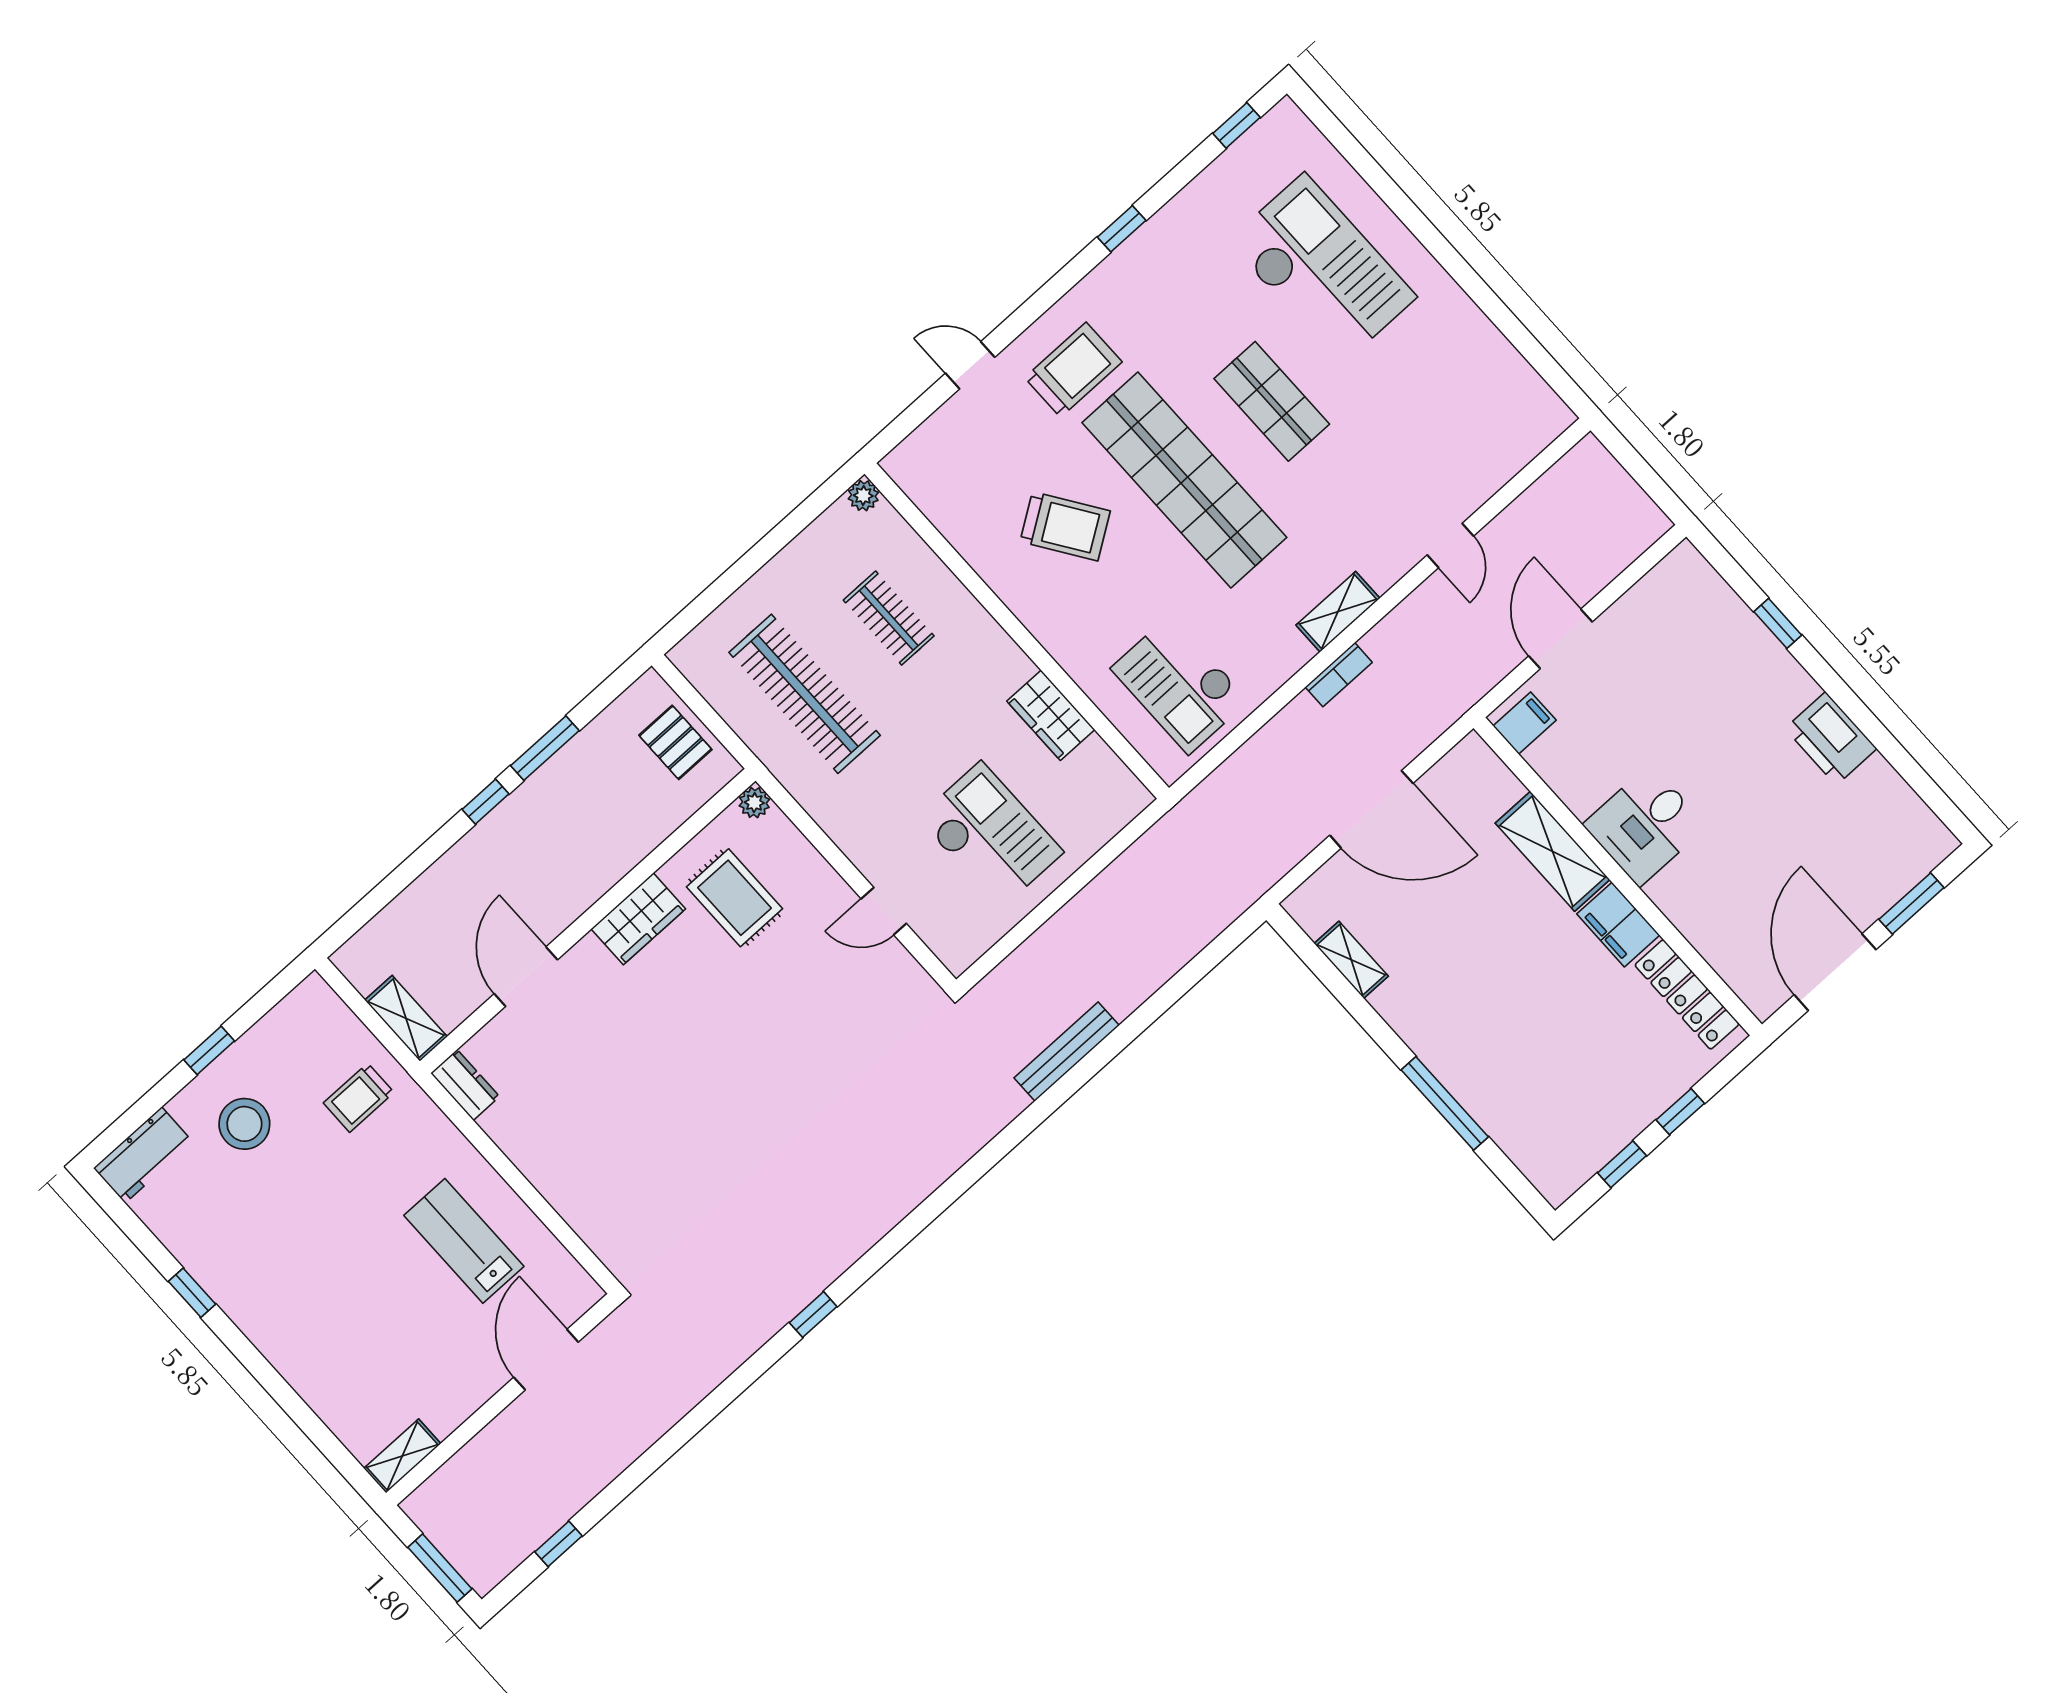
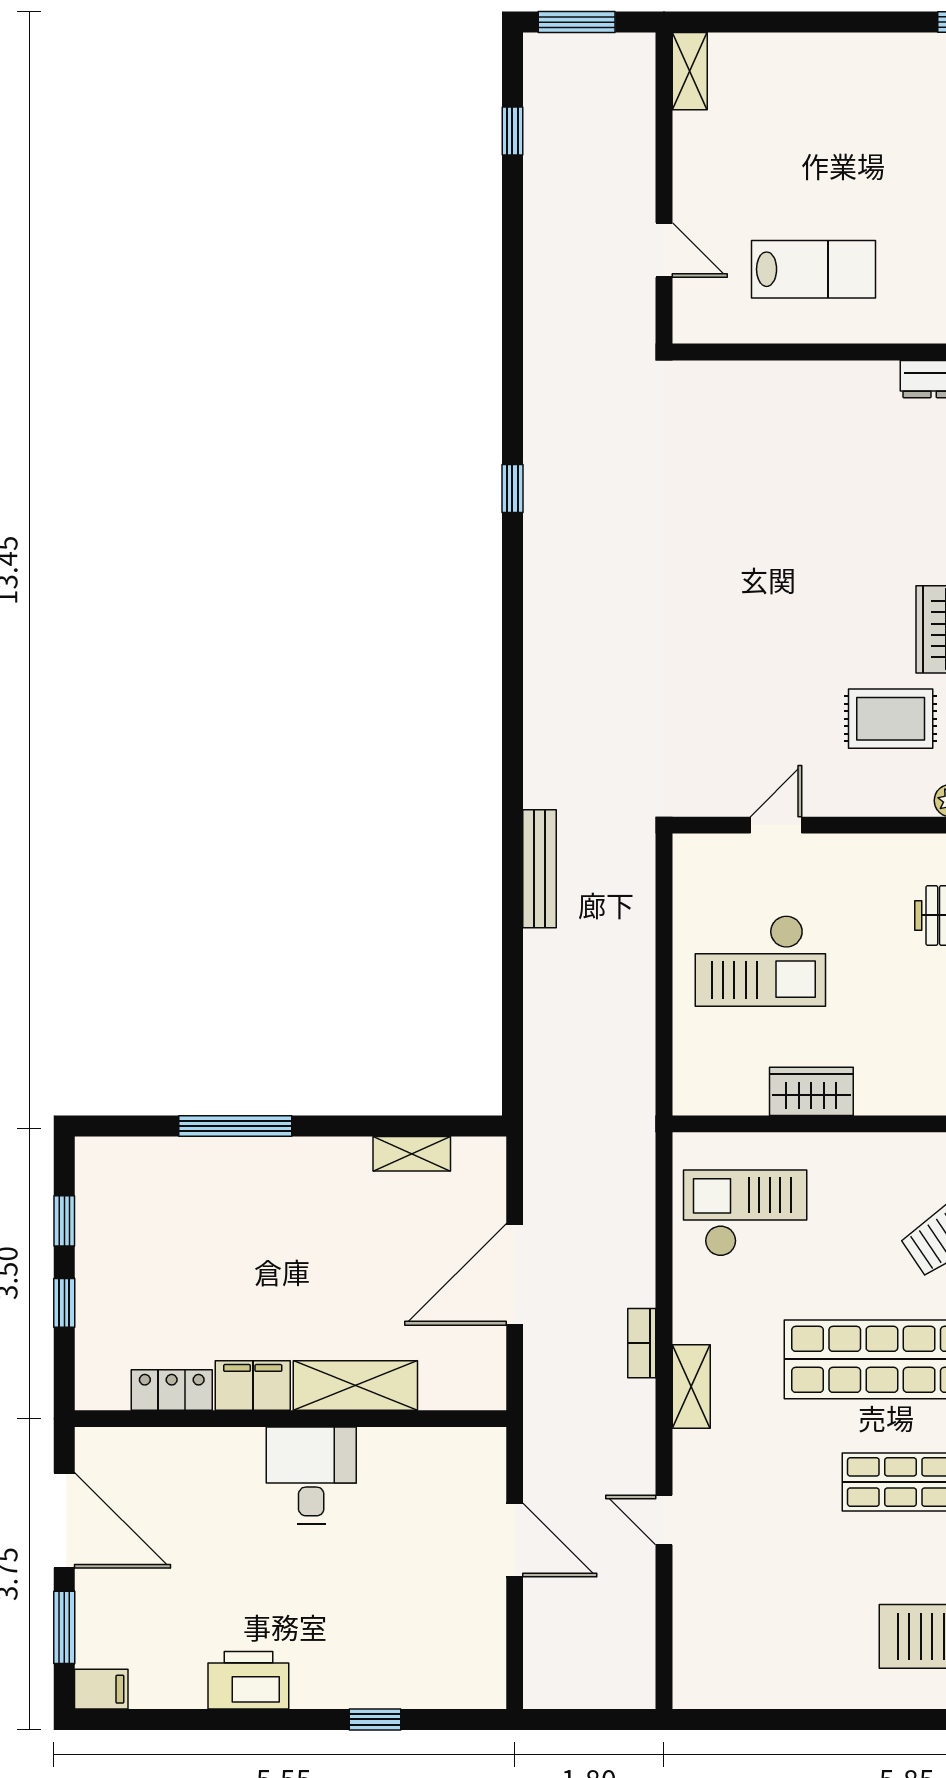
filing cabinet: (1525, 723) -> (101, 1689), moved, turned -90
locker: (1687, 994) -> (172, 1390), width x0.66
door: (546, 1360) -> (664, 250), width x0.73

